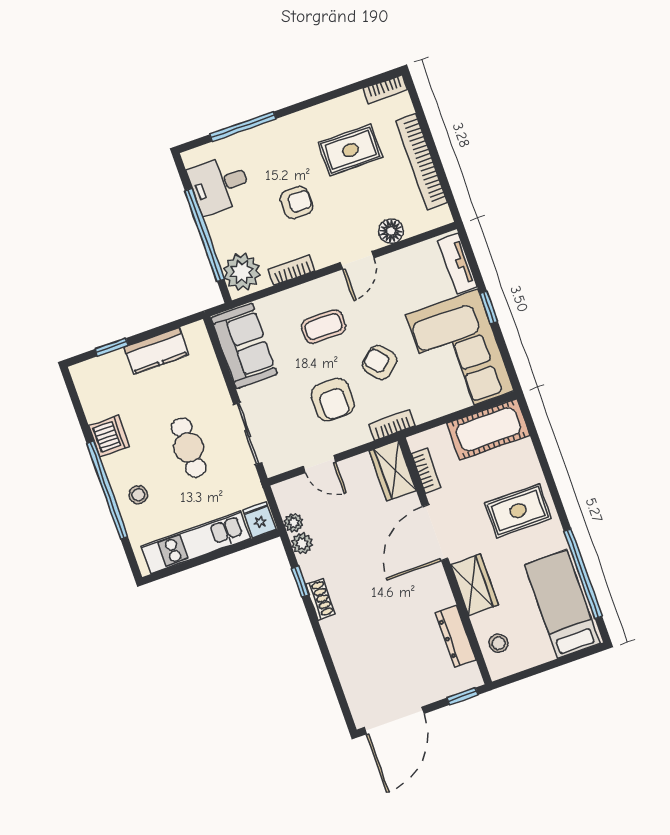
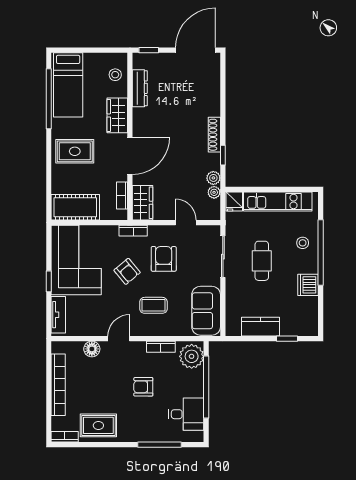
rug: (350, 150) -> (98, 425), moved
shoe rack: (320, 599) -> (214, 135), width x1.43

